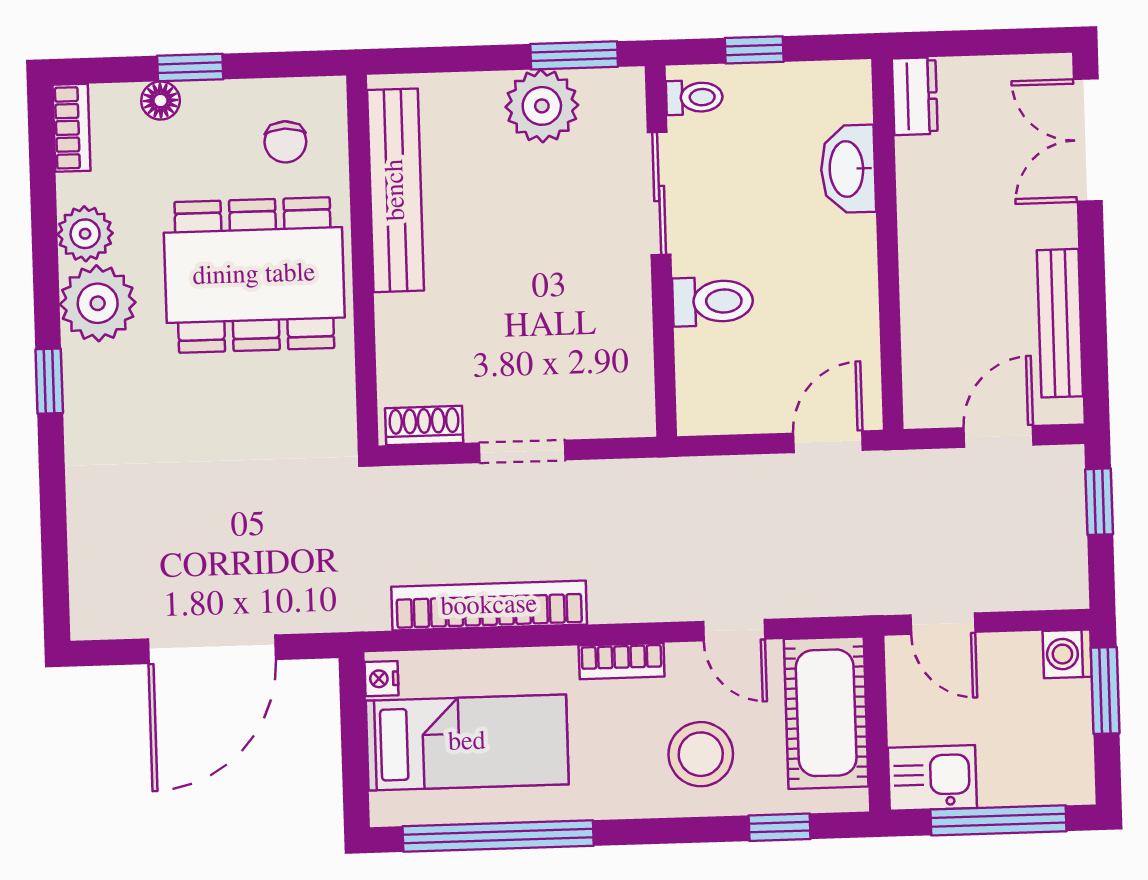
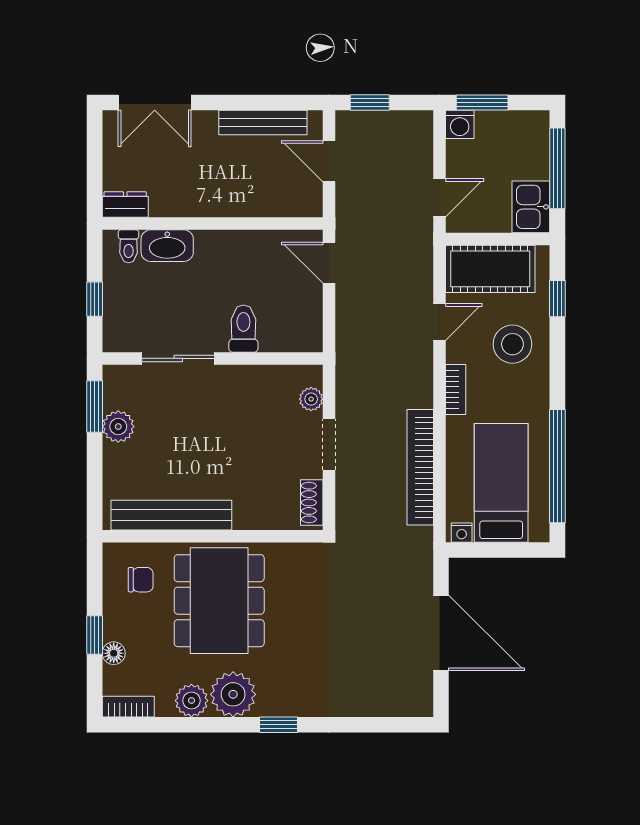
toilet: (694, 97) -> (129, 246), moved, turned 180
plant: (542, 106) -> (118, 427), width x0.73, depth x0.73
plant: (598, 419) -> (311, 399), added

